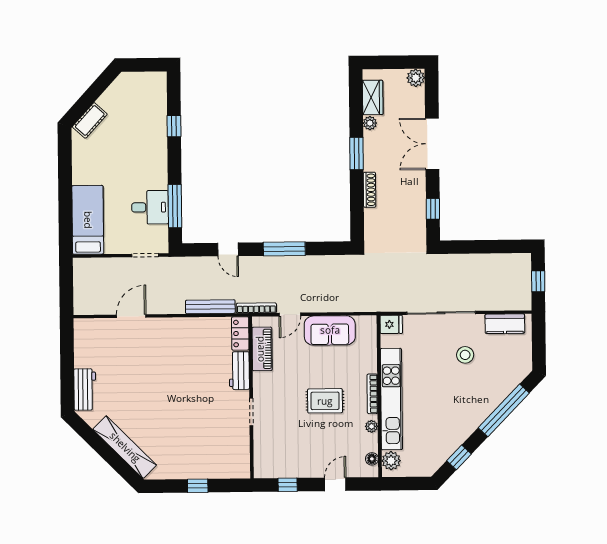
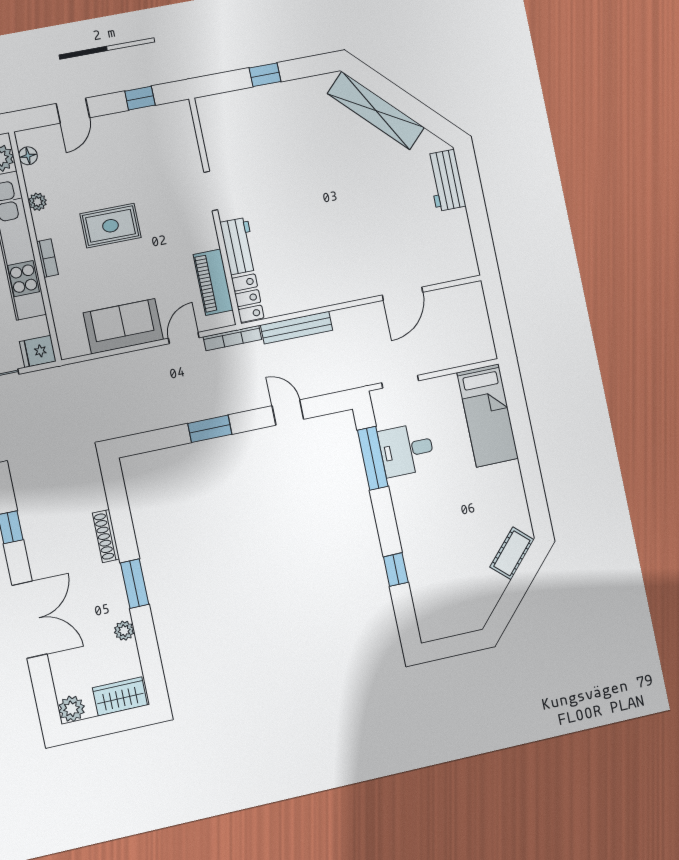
wardrobe: (373, 97) -> (120, 696), moved, turned 90
window: (284, 249) -> (210, 429), width x0.69
bookcase: (372, 394) -> (47, 258), width x0.64

